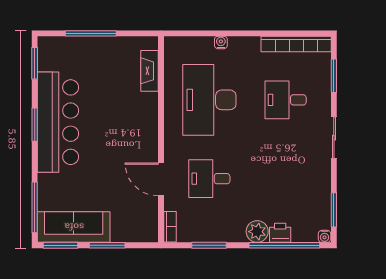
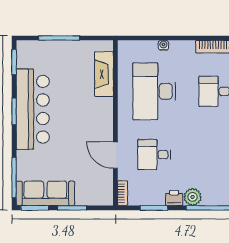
fireplace: (149, 71) -> (104, 74), width x1.37, depth x1.32
printer: (280, 233) -> (174, 198), moved

